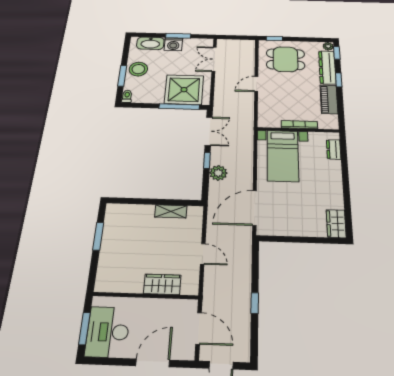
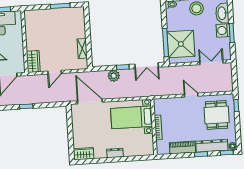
dresser: (334, 149) -> (115, 153), moved
wardrobe: (162, 284) -> (33, 62), moved

